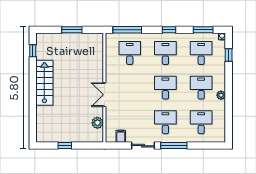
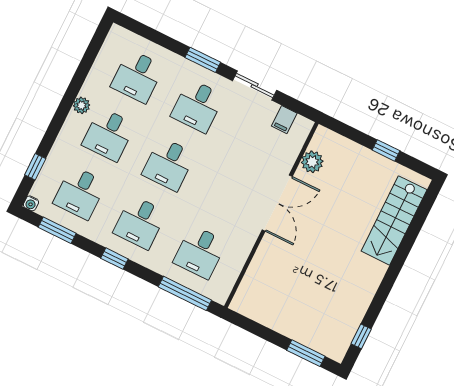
window: (72, 30) -> (306, 353), moved
stairs: (44, 83) -> (394, 220), moved
double door: (104, 95) -> (277, 203), width x1.37
window: (174, 146) -> (203, 60), width x0.69

